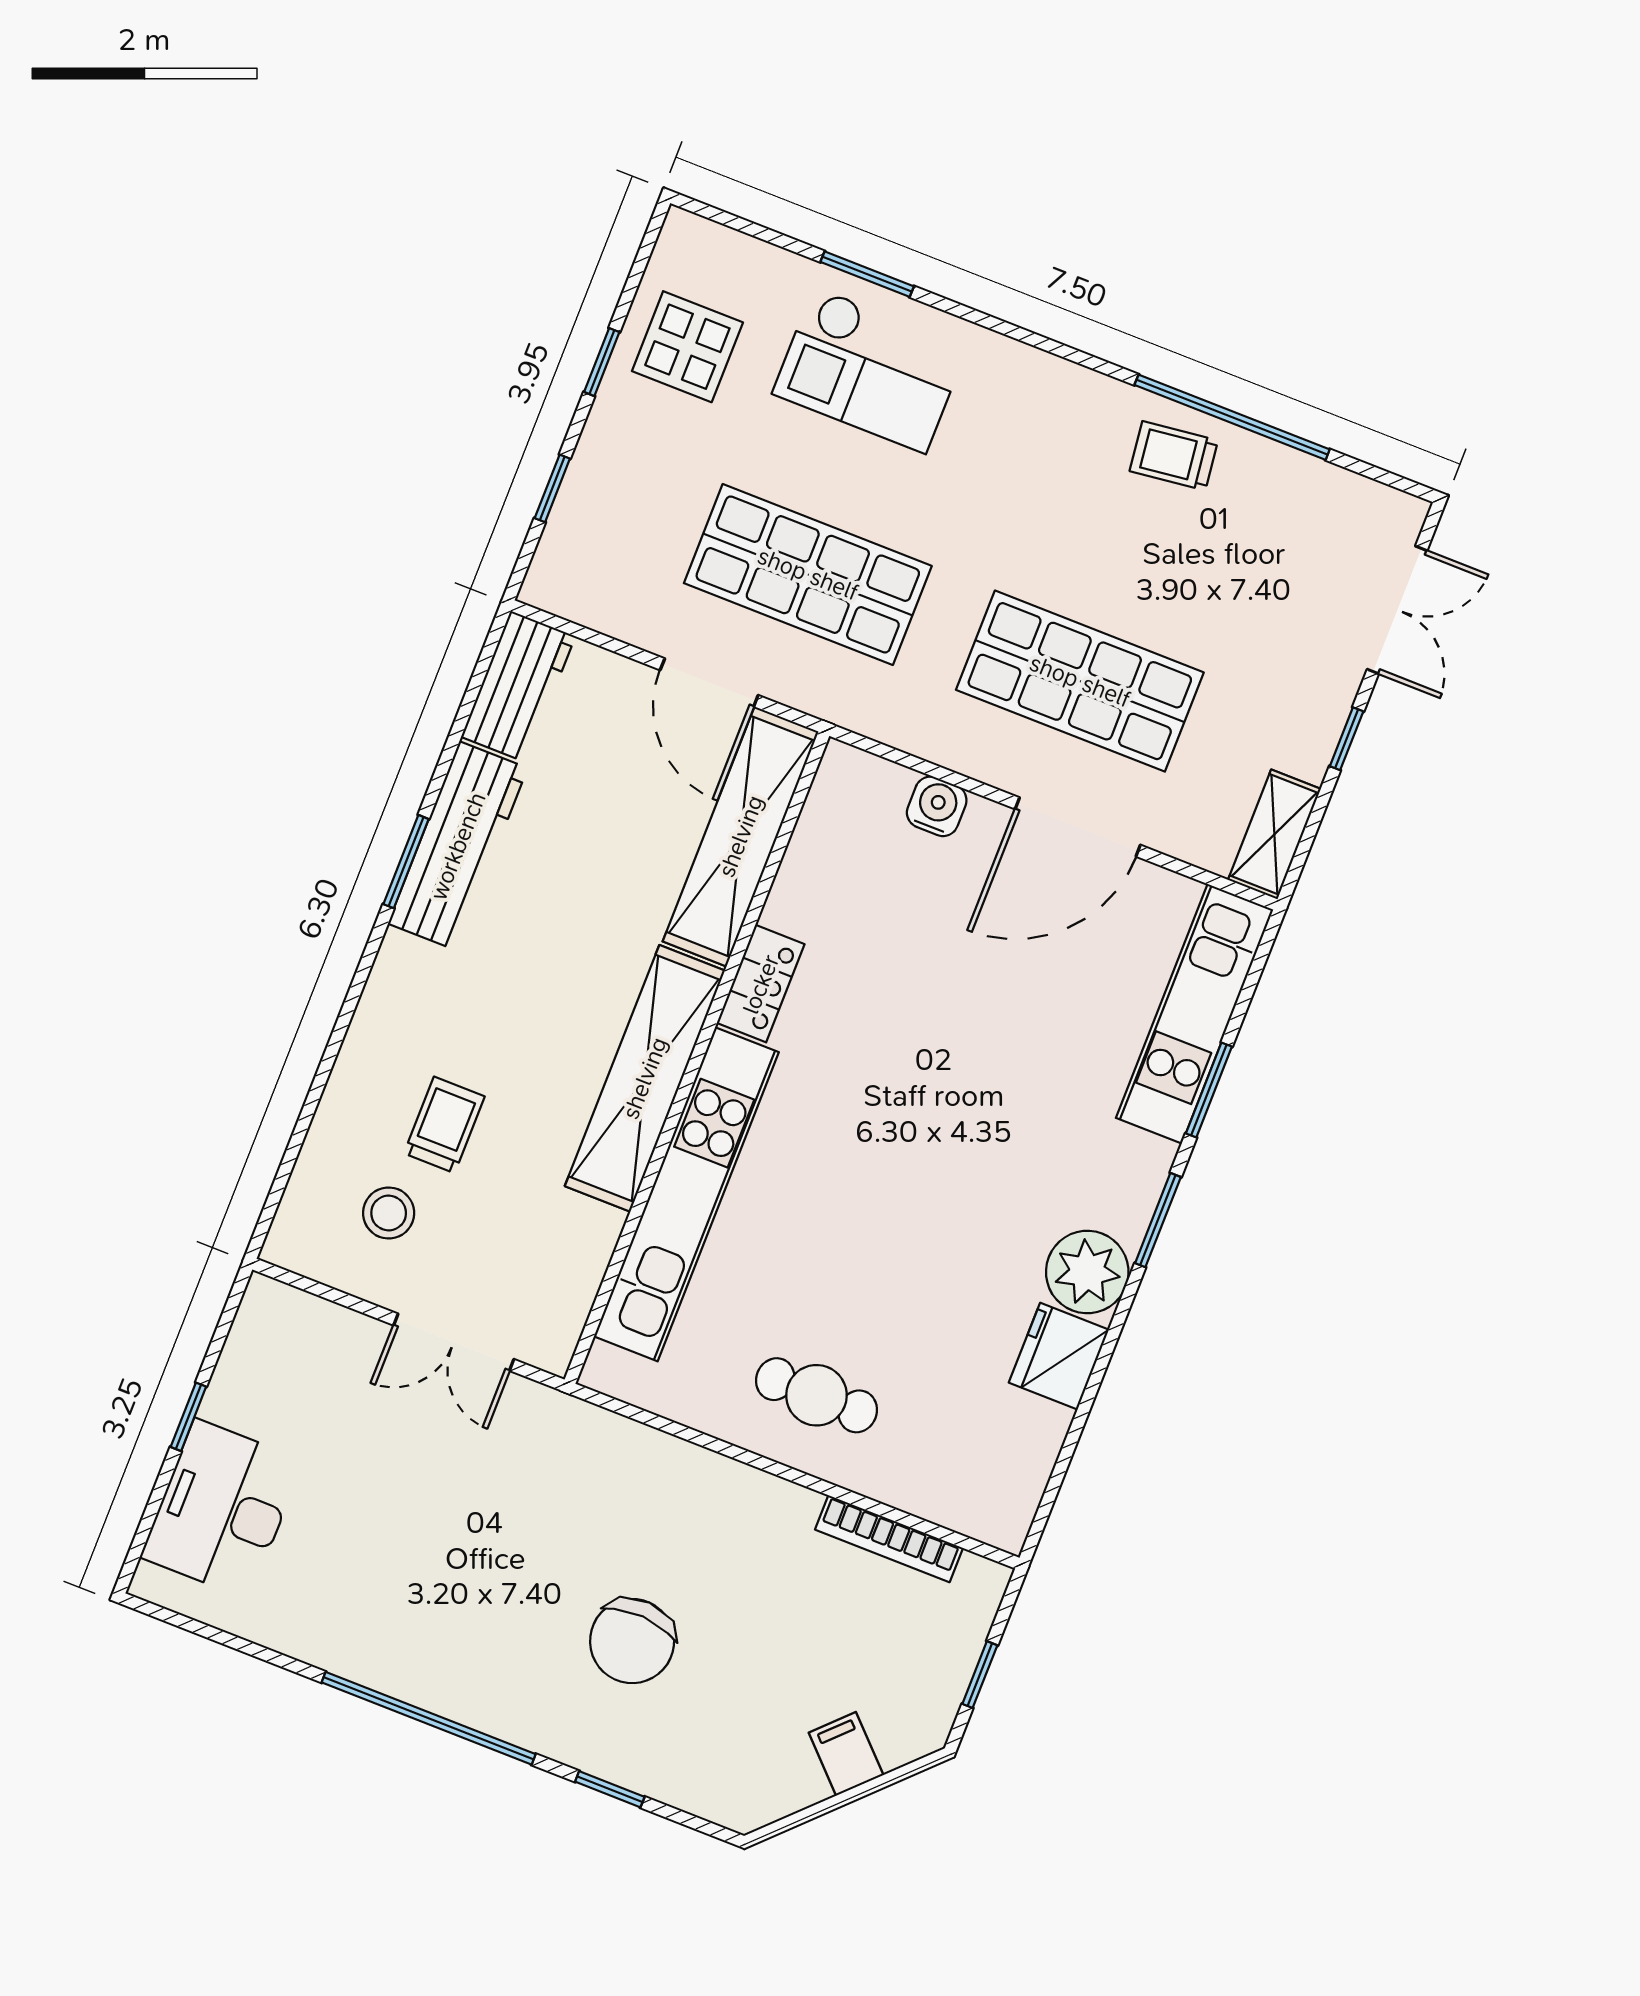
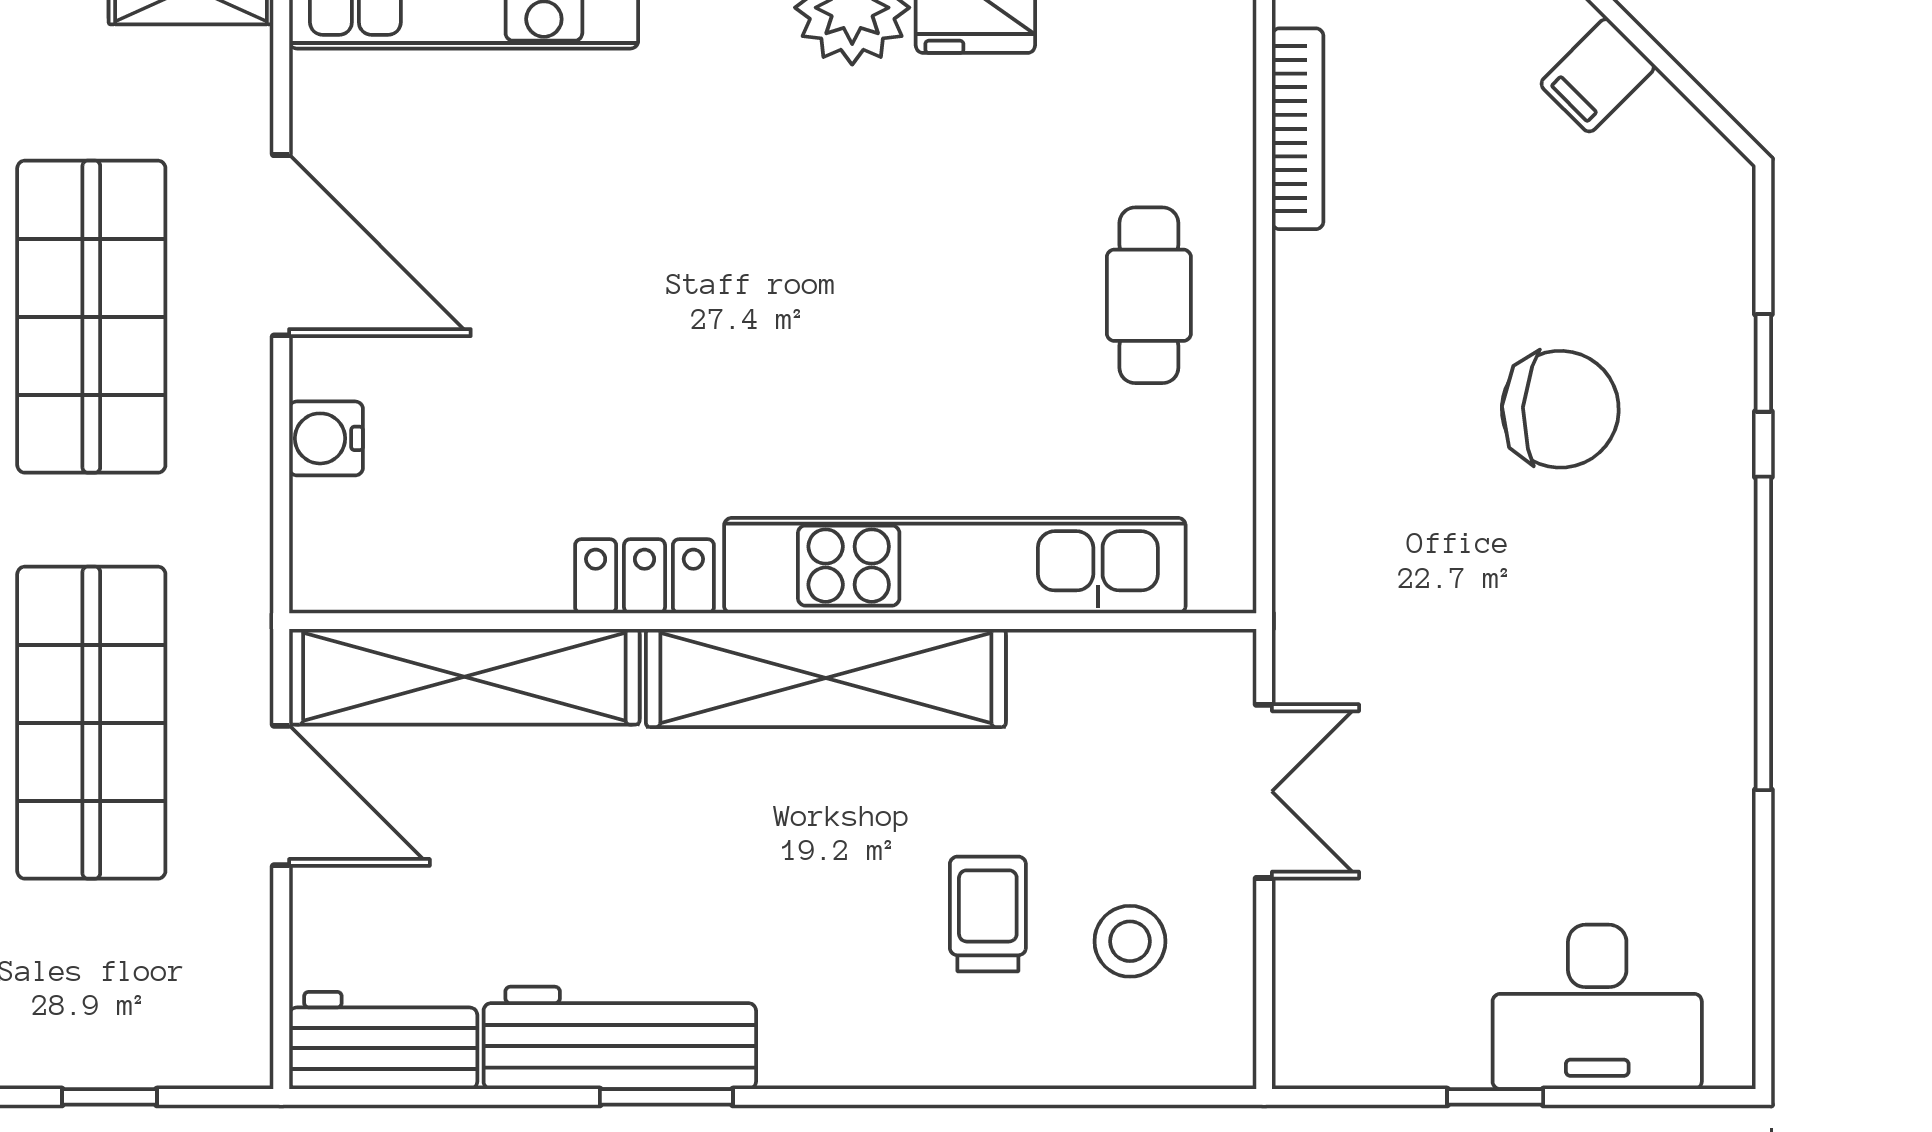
door: (709, 683) -> (281, 795), hinge flipped
trolley: (444, 1125) -> (988, 914), turned 90

